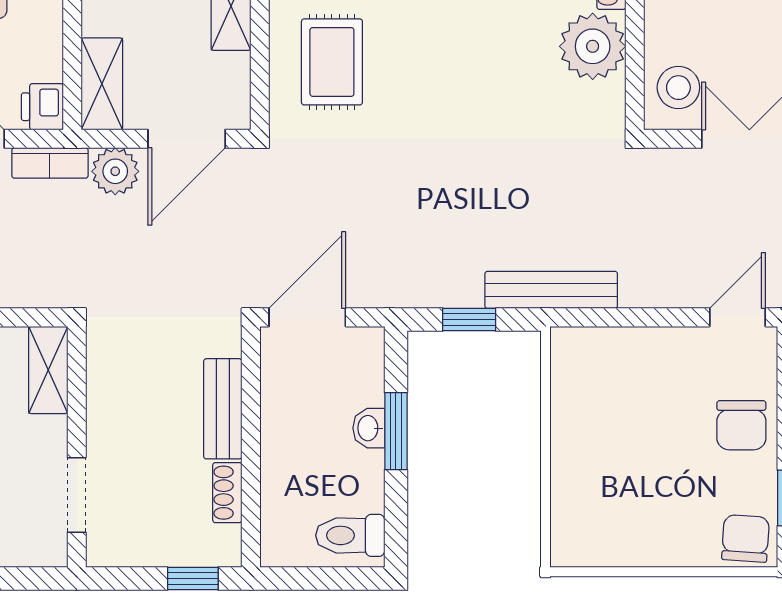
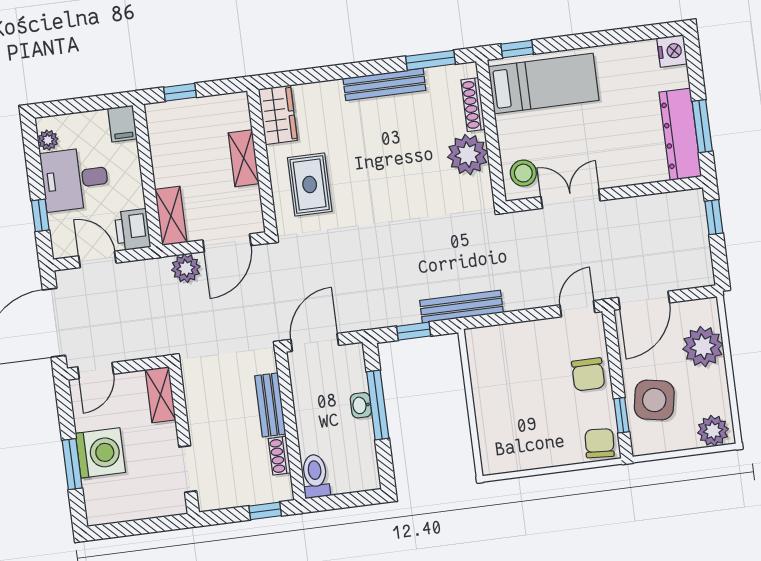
printer: (42, 107) -> (133, 230), width x1.36, depth x1.24
bookcase: (50, 163) -> (145, 268), removed
window: (396, 431) -> (378, 405), width x1.44
toilet: (350, 535) -> (315, 476), moved, turned 90

